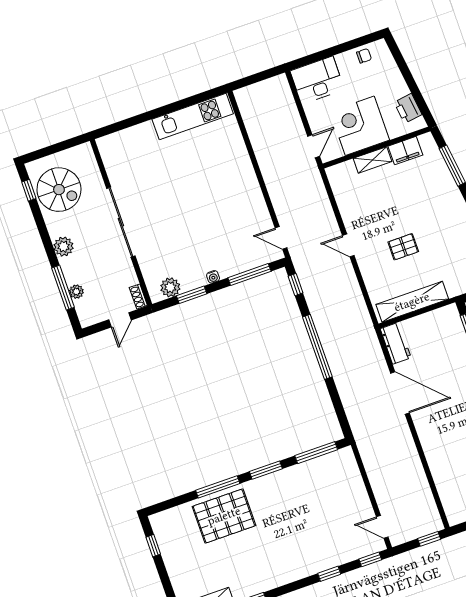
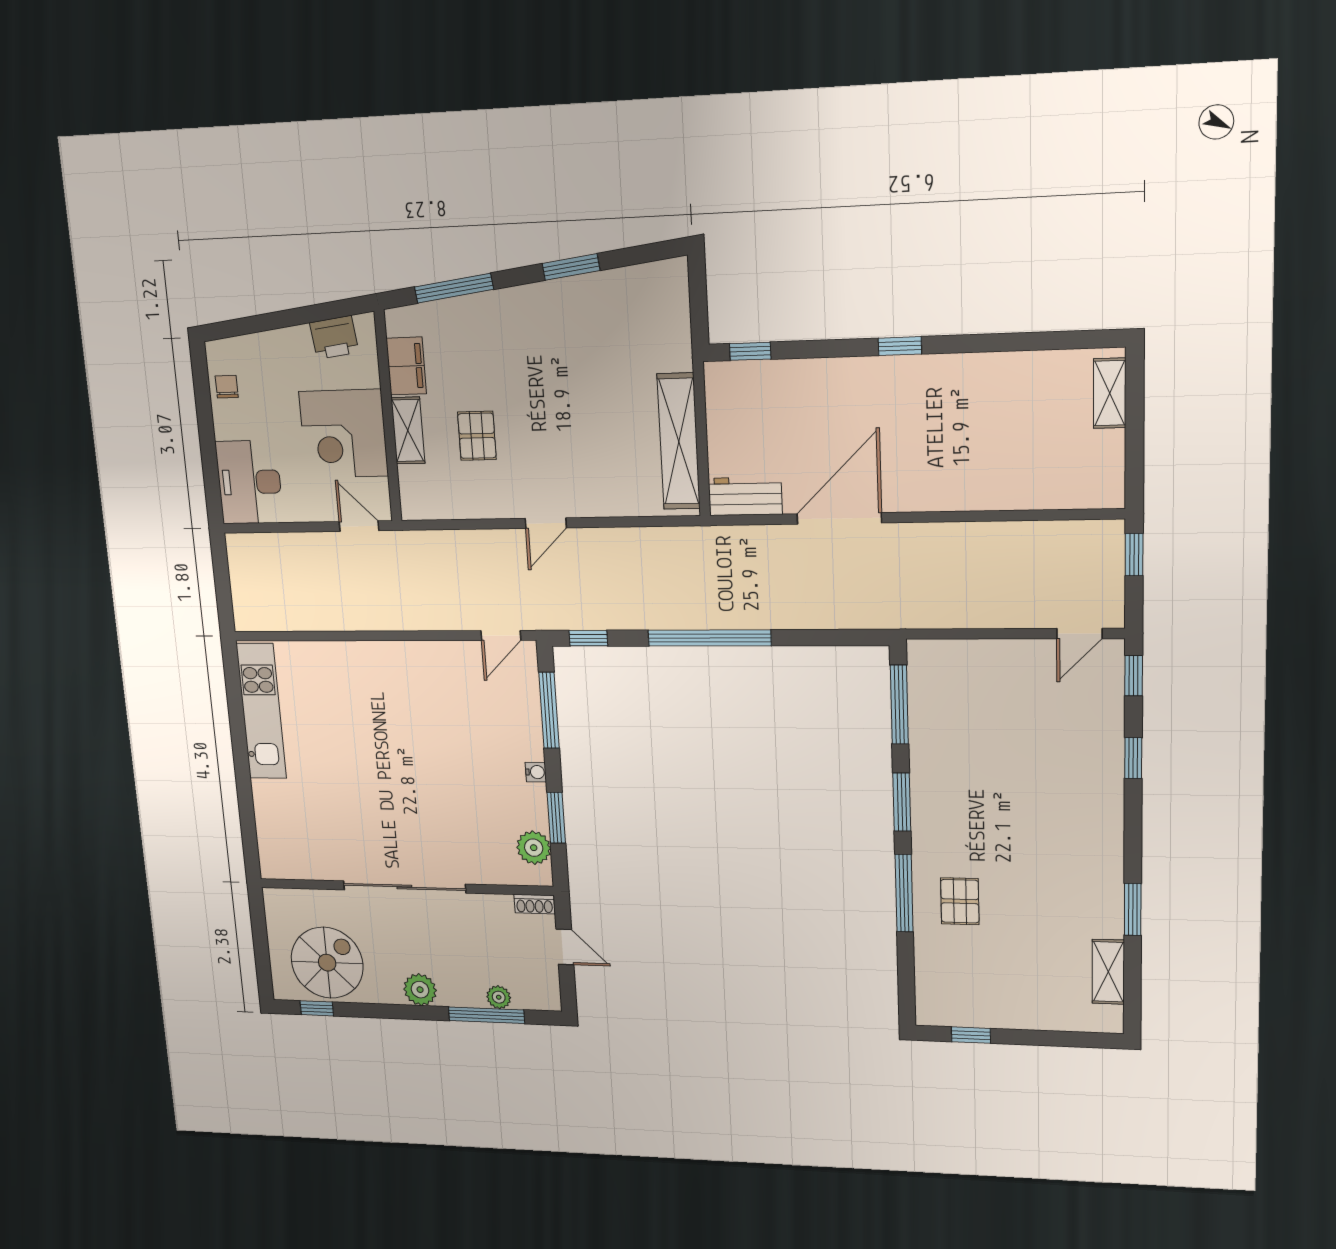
pallet: (403, 247) -> (477, 436), moved
pallet: (224, 516) -> (960, 901), width x0.49, depth x0.50

